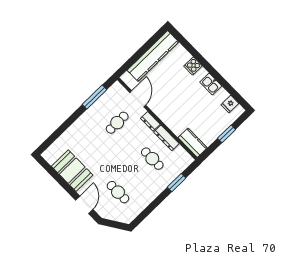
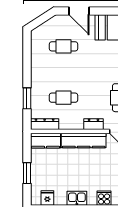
kitchen counter: (168, 117) -> (84, 141), added
dresser: (166, 138) -> (45, 124), moved

